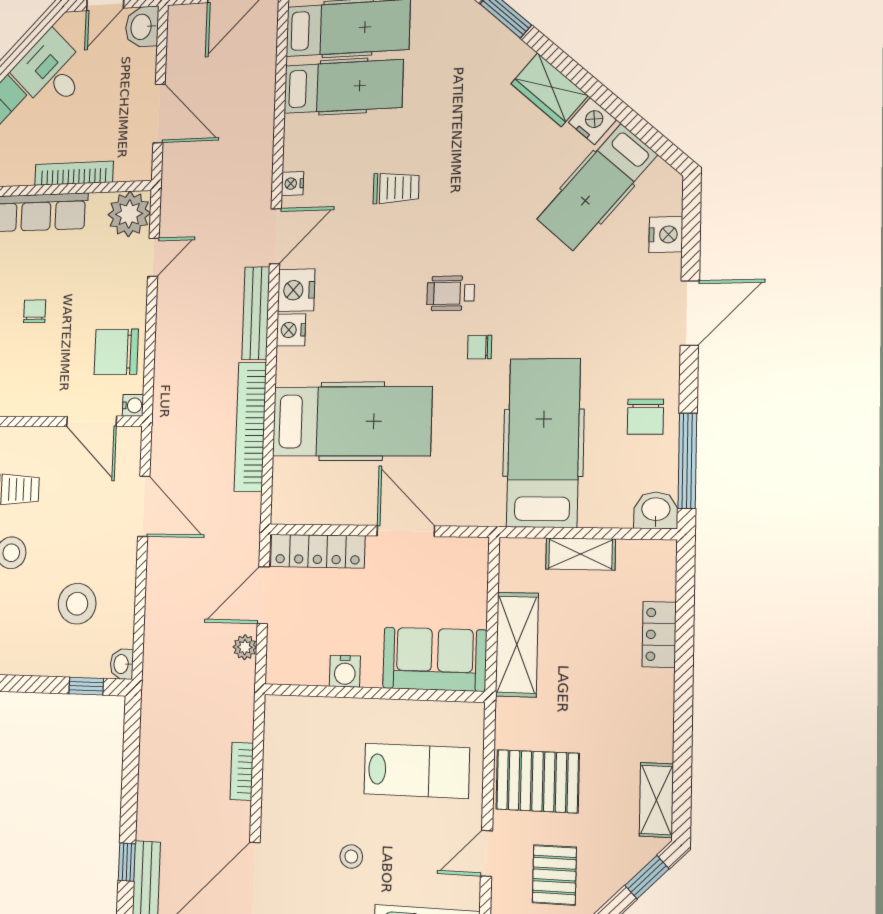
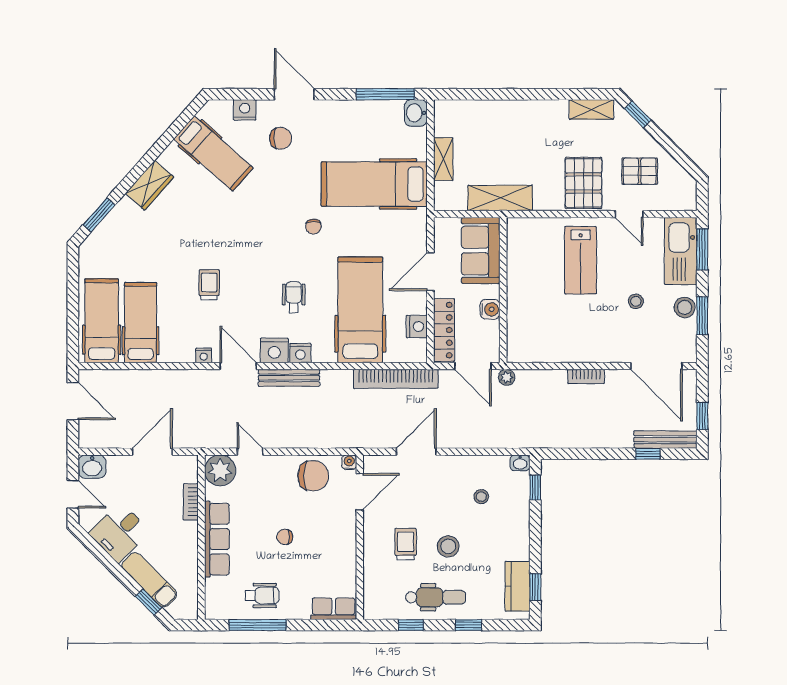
nightstand: (592, 121) -> (417, 327), moved, turned 138
bookcase: (74, 173) -> (191, 502), width x0.64
wheelchair: (451, 293) -> (294, 297), moved, turned 180
chair: (116, 352) -> (313, 476), turned -90
chair: (645, 417) -> (281, 138), moved
bookcase: (250, 427) -> (396, 379), moved
stool: (77, 604) -> (481, 497), width x0.53, depth x0.53
locker: (659, 635) -> (492, 110), removed
sofa: (435, 659) -> (481, 251), moved
water cooler: (345, 671) -> (490, 309), moved
wall: (373, 693) -> (503, 290), moved
lab bench: (417, 771) -> (581, 260), turned 180

